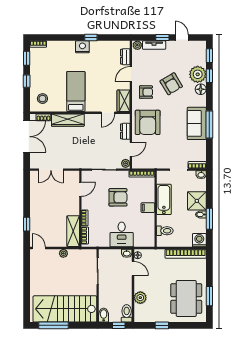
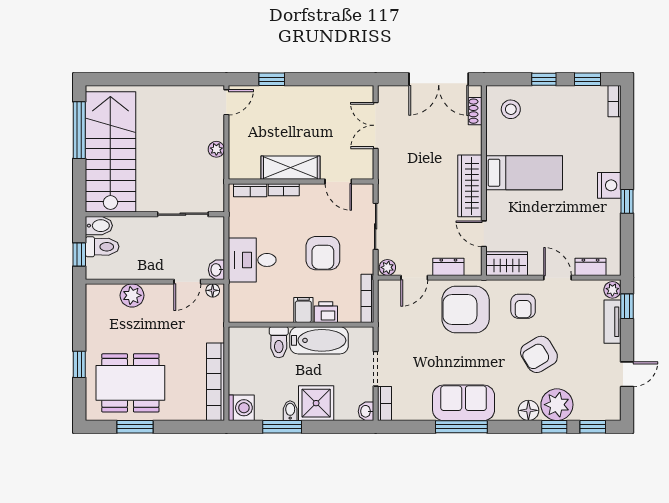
window: (162, 38) -> (627, 306), moved
wardrobe: (68, 120) -> (470, 186), moved
door: (131, 149) -> (414, 278), hinge flipped
printer: (149, 196) -> (326, 312), added
shelving: (73, 231) -> (290, 168), moved
toilet: (165, 231) -> (279, 342), moved
toilet: (127, 313) -> (102, 247), moved
window: (162, 325) -> (79, 364), moved

